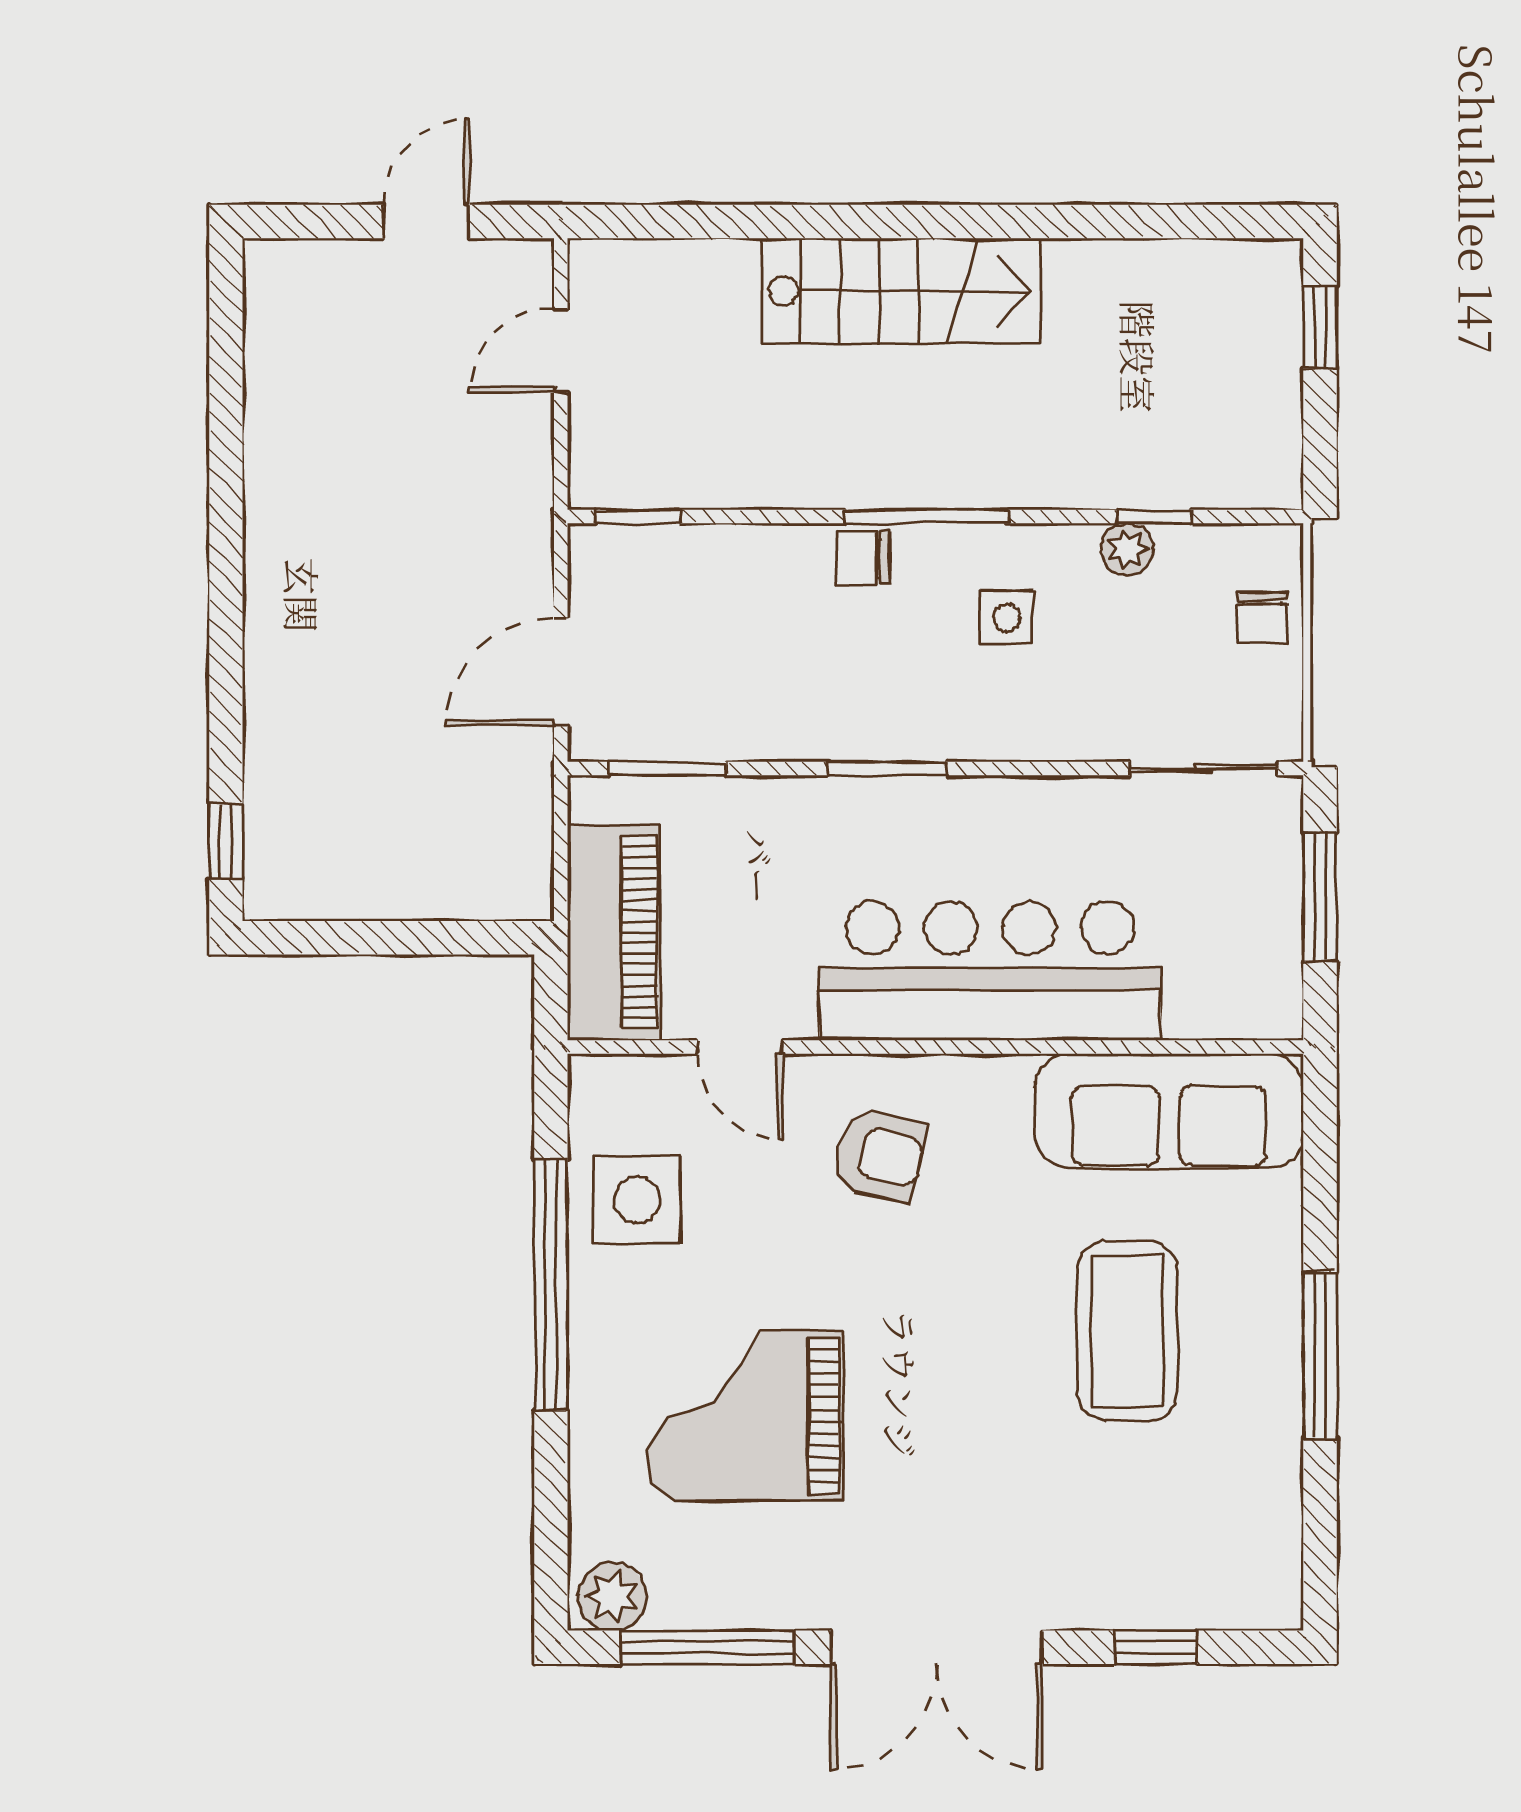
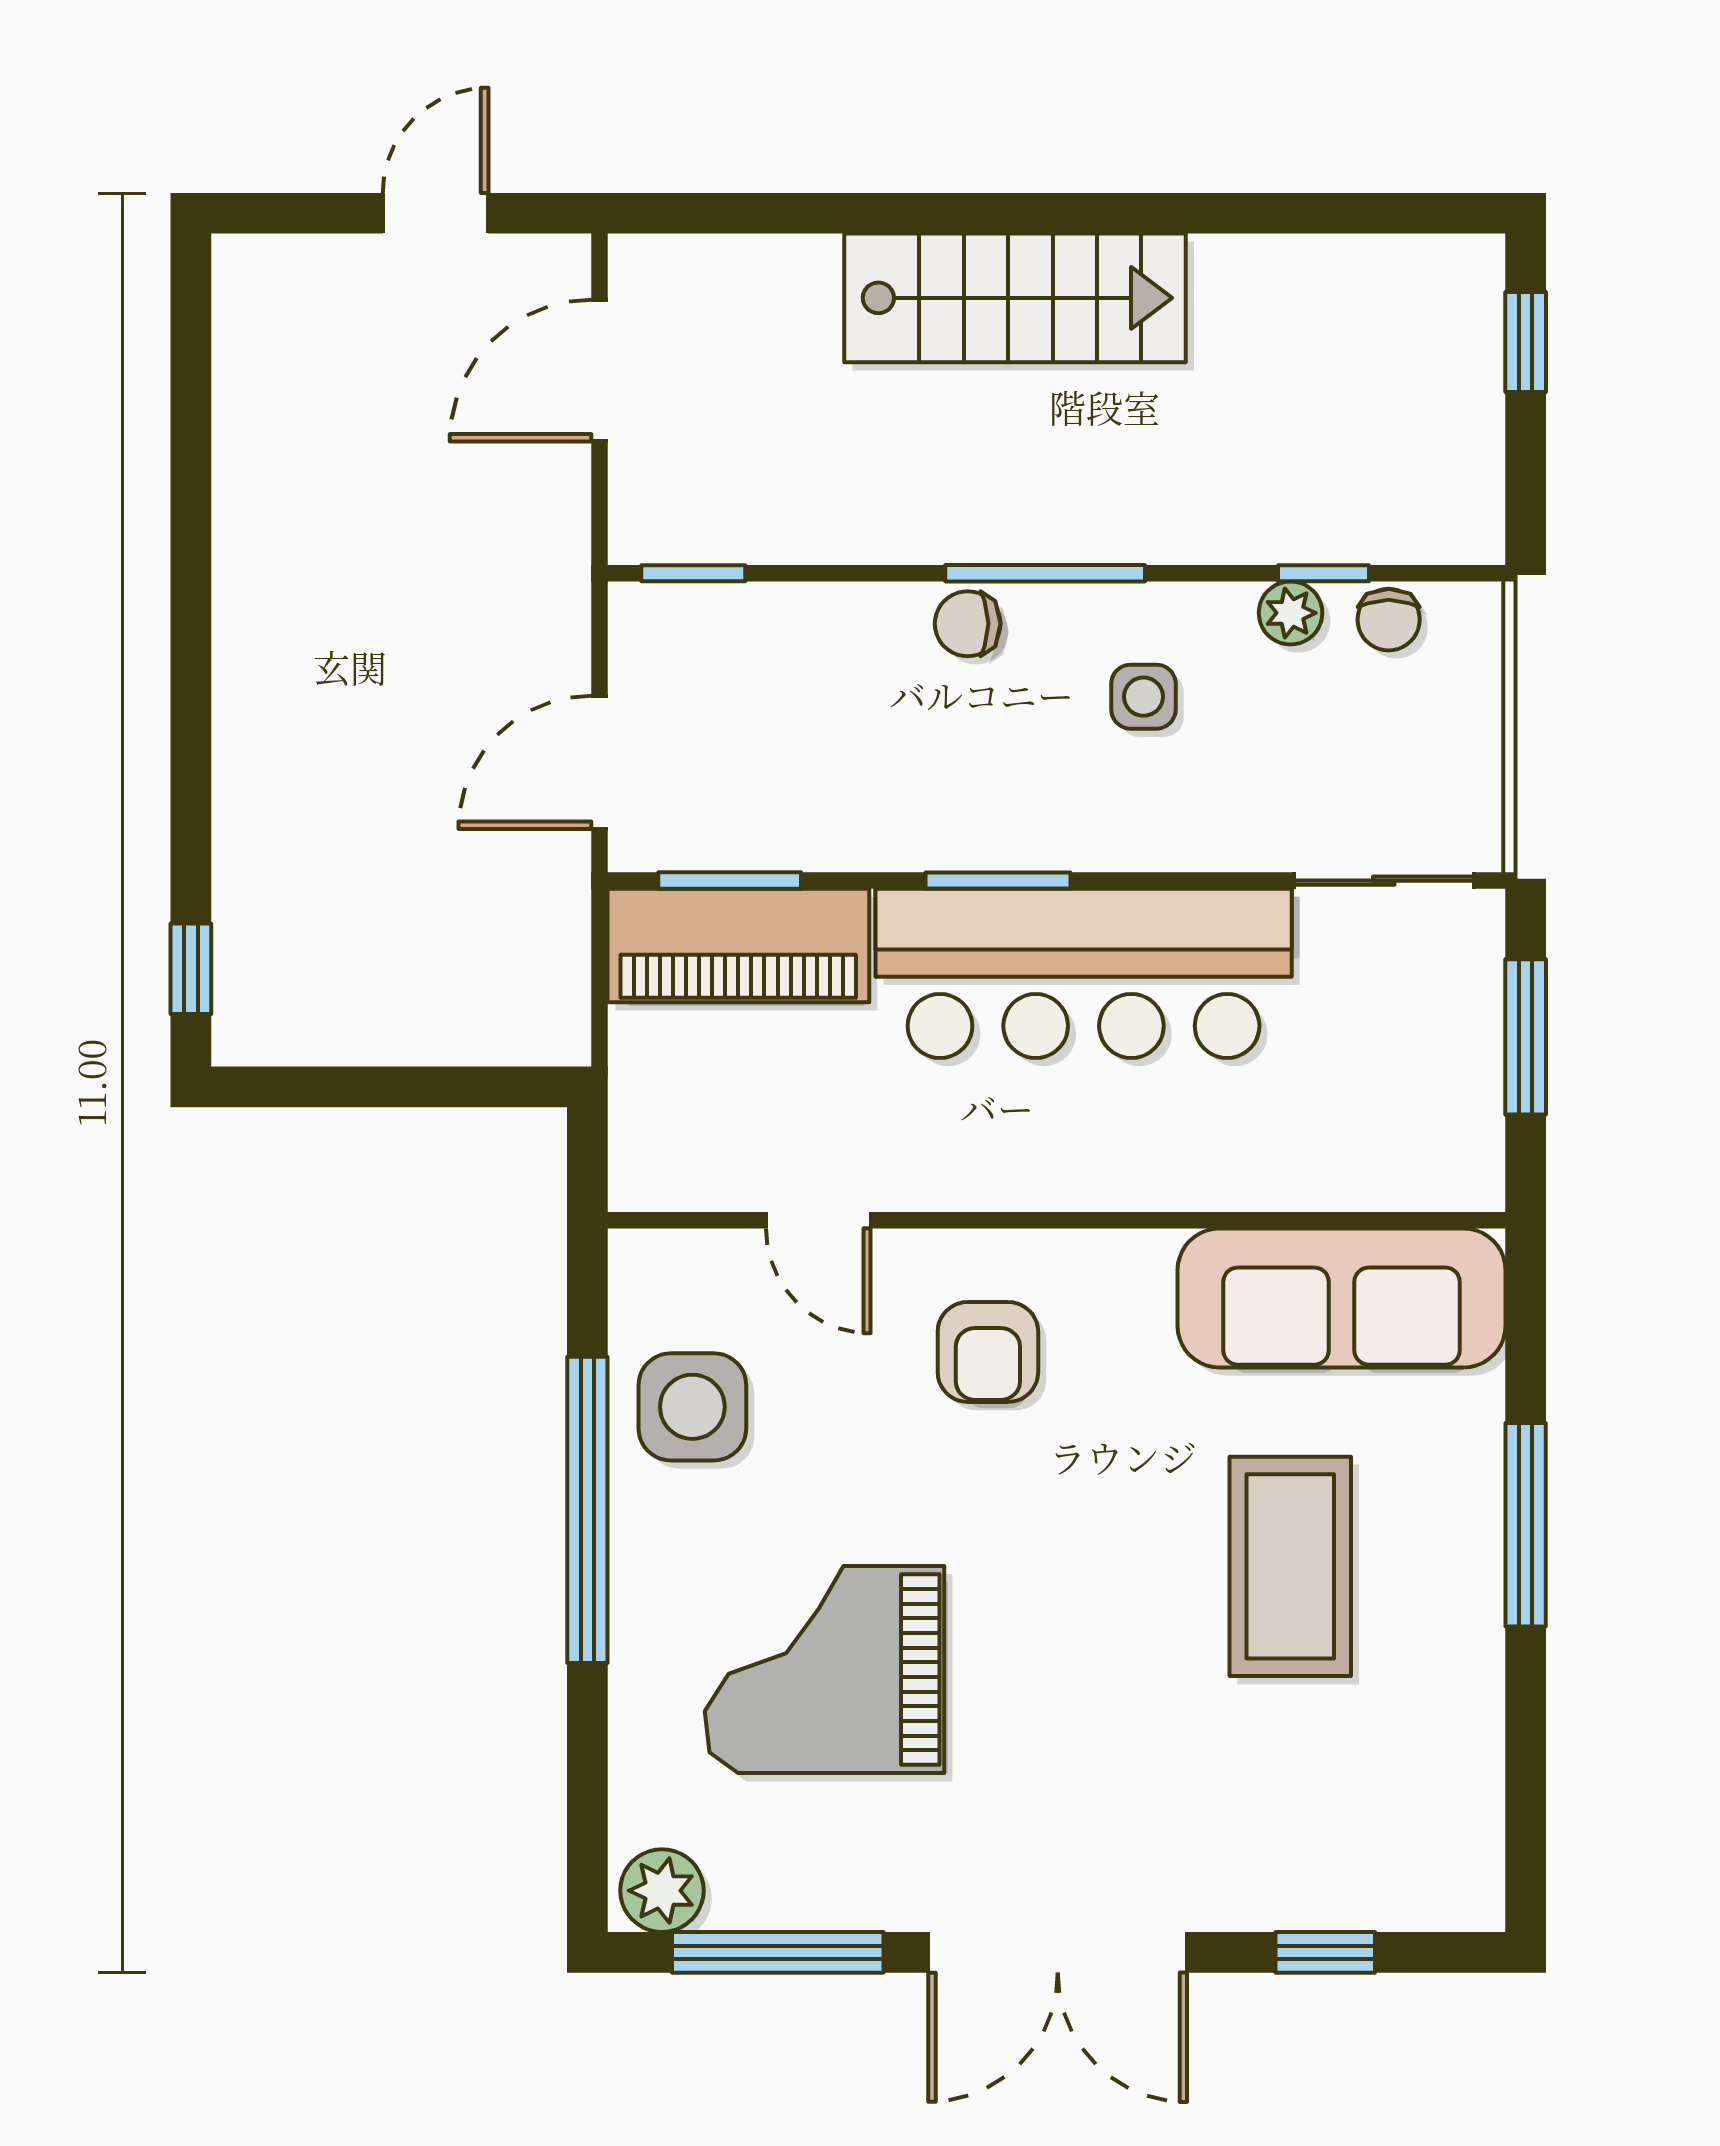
door: (561, 351) -> (599, 371), width x1.37
chair: (1262, 618) -> (1389, 620), moved
piano: (614, 932) -> (738, 945), moved, turned 90
bar counter: (990, 971) -> (1084, 973), moved, turned 180
armchair: (879, 1155) -> (988, 1352), turned 77
window: (1320, 1355) -> (1526, 1525), moved

